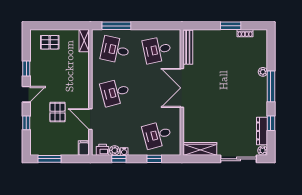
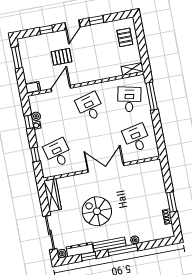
bench: (188, 47) -> (109, 244), moved
door: (26, 94) -> (72, 25), hinge flipped
spiral stairs: (226, 106) -> (97, 211), added
printer: (103, 150) -> (35, 105), removed

